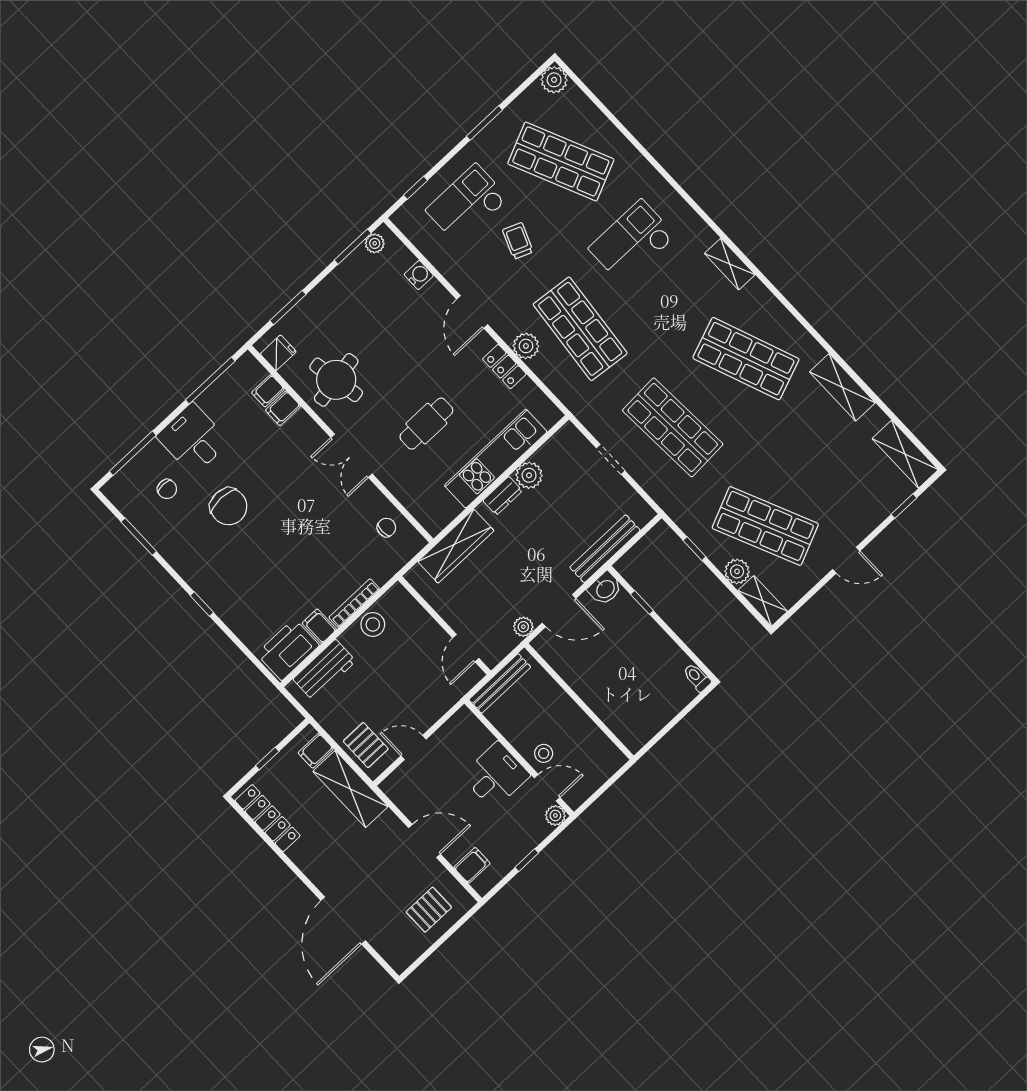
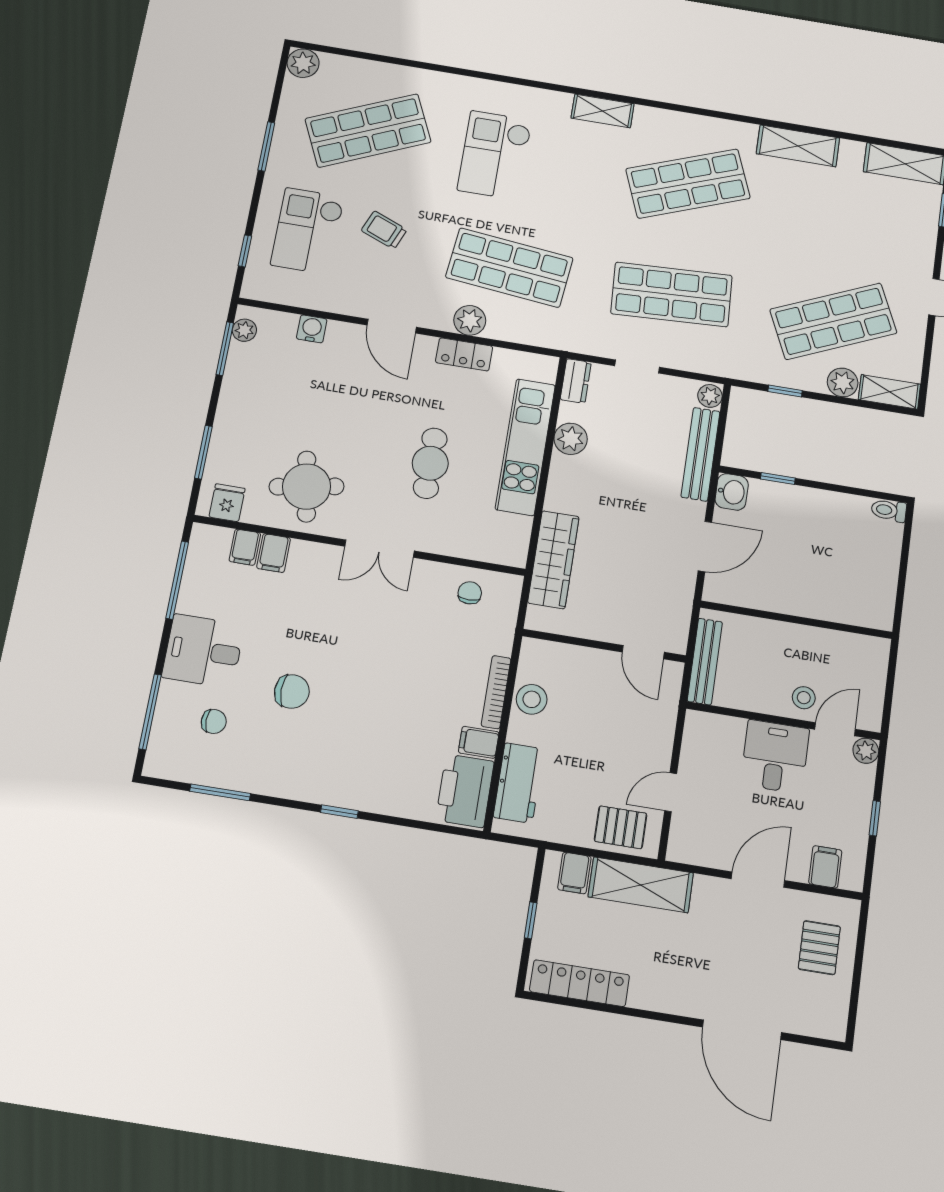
dresser: (503, 496) -> (576, 381), moved
chair: (229, 506) -> (292, 692), width x0.73, depth x0.73
plant: (523, 627) -> (710, 396), moved

